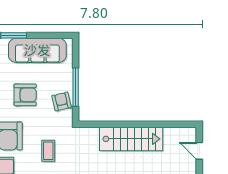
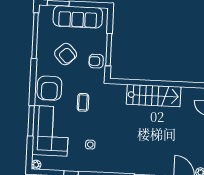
armchair: (25, 95) -> (66, 54), turned 47
armchair: (61, 101) -> (96, 61), turned -77

